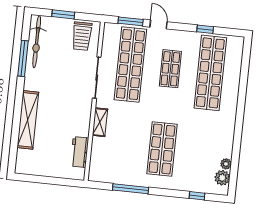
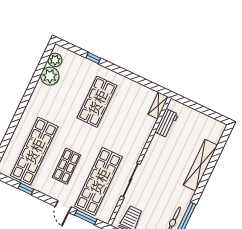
shelving: (100, 122) -> (158, 106), moved
plant: (226, 164) -> (50, 76), width x1.87, depth x1.87
window: (131, 189) -> (135, 78), removed
window: (197, 196) -> (93, 58), moved

